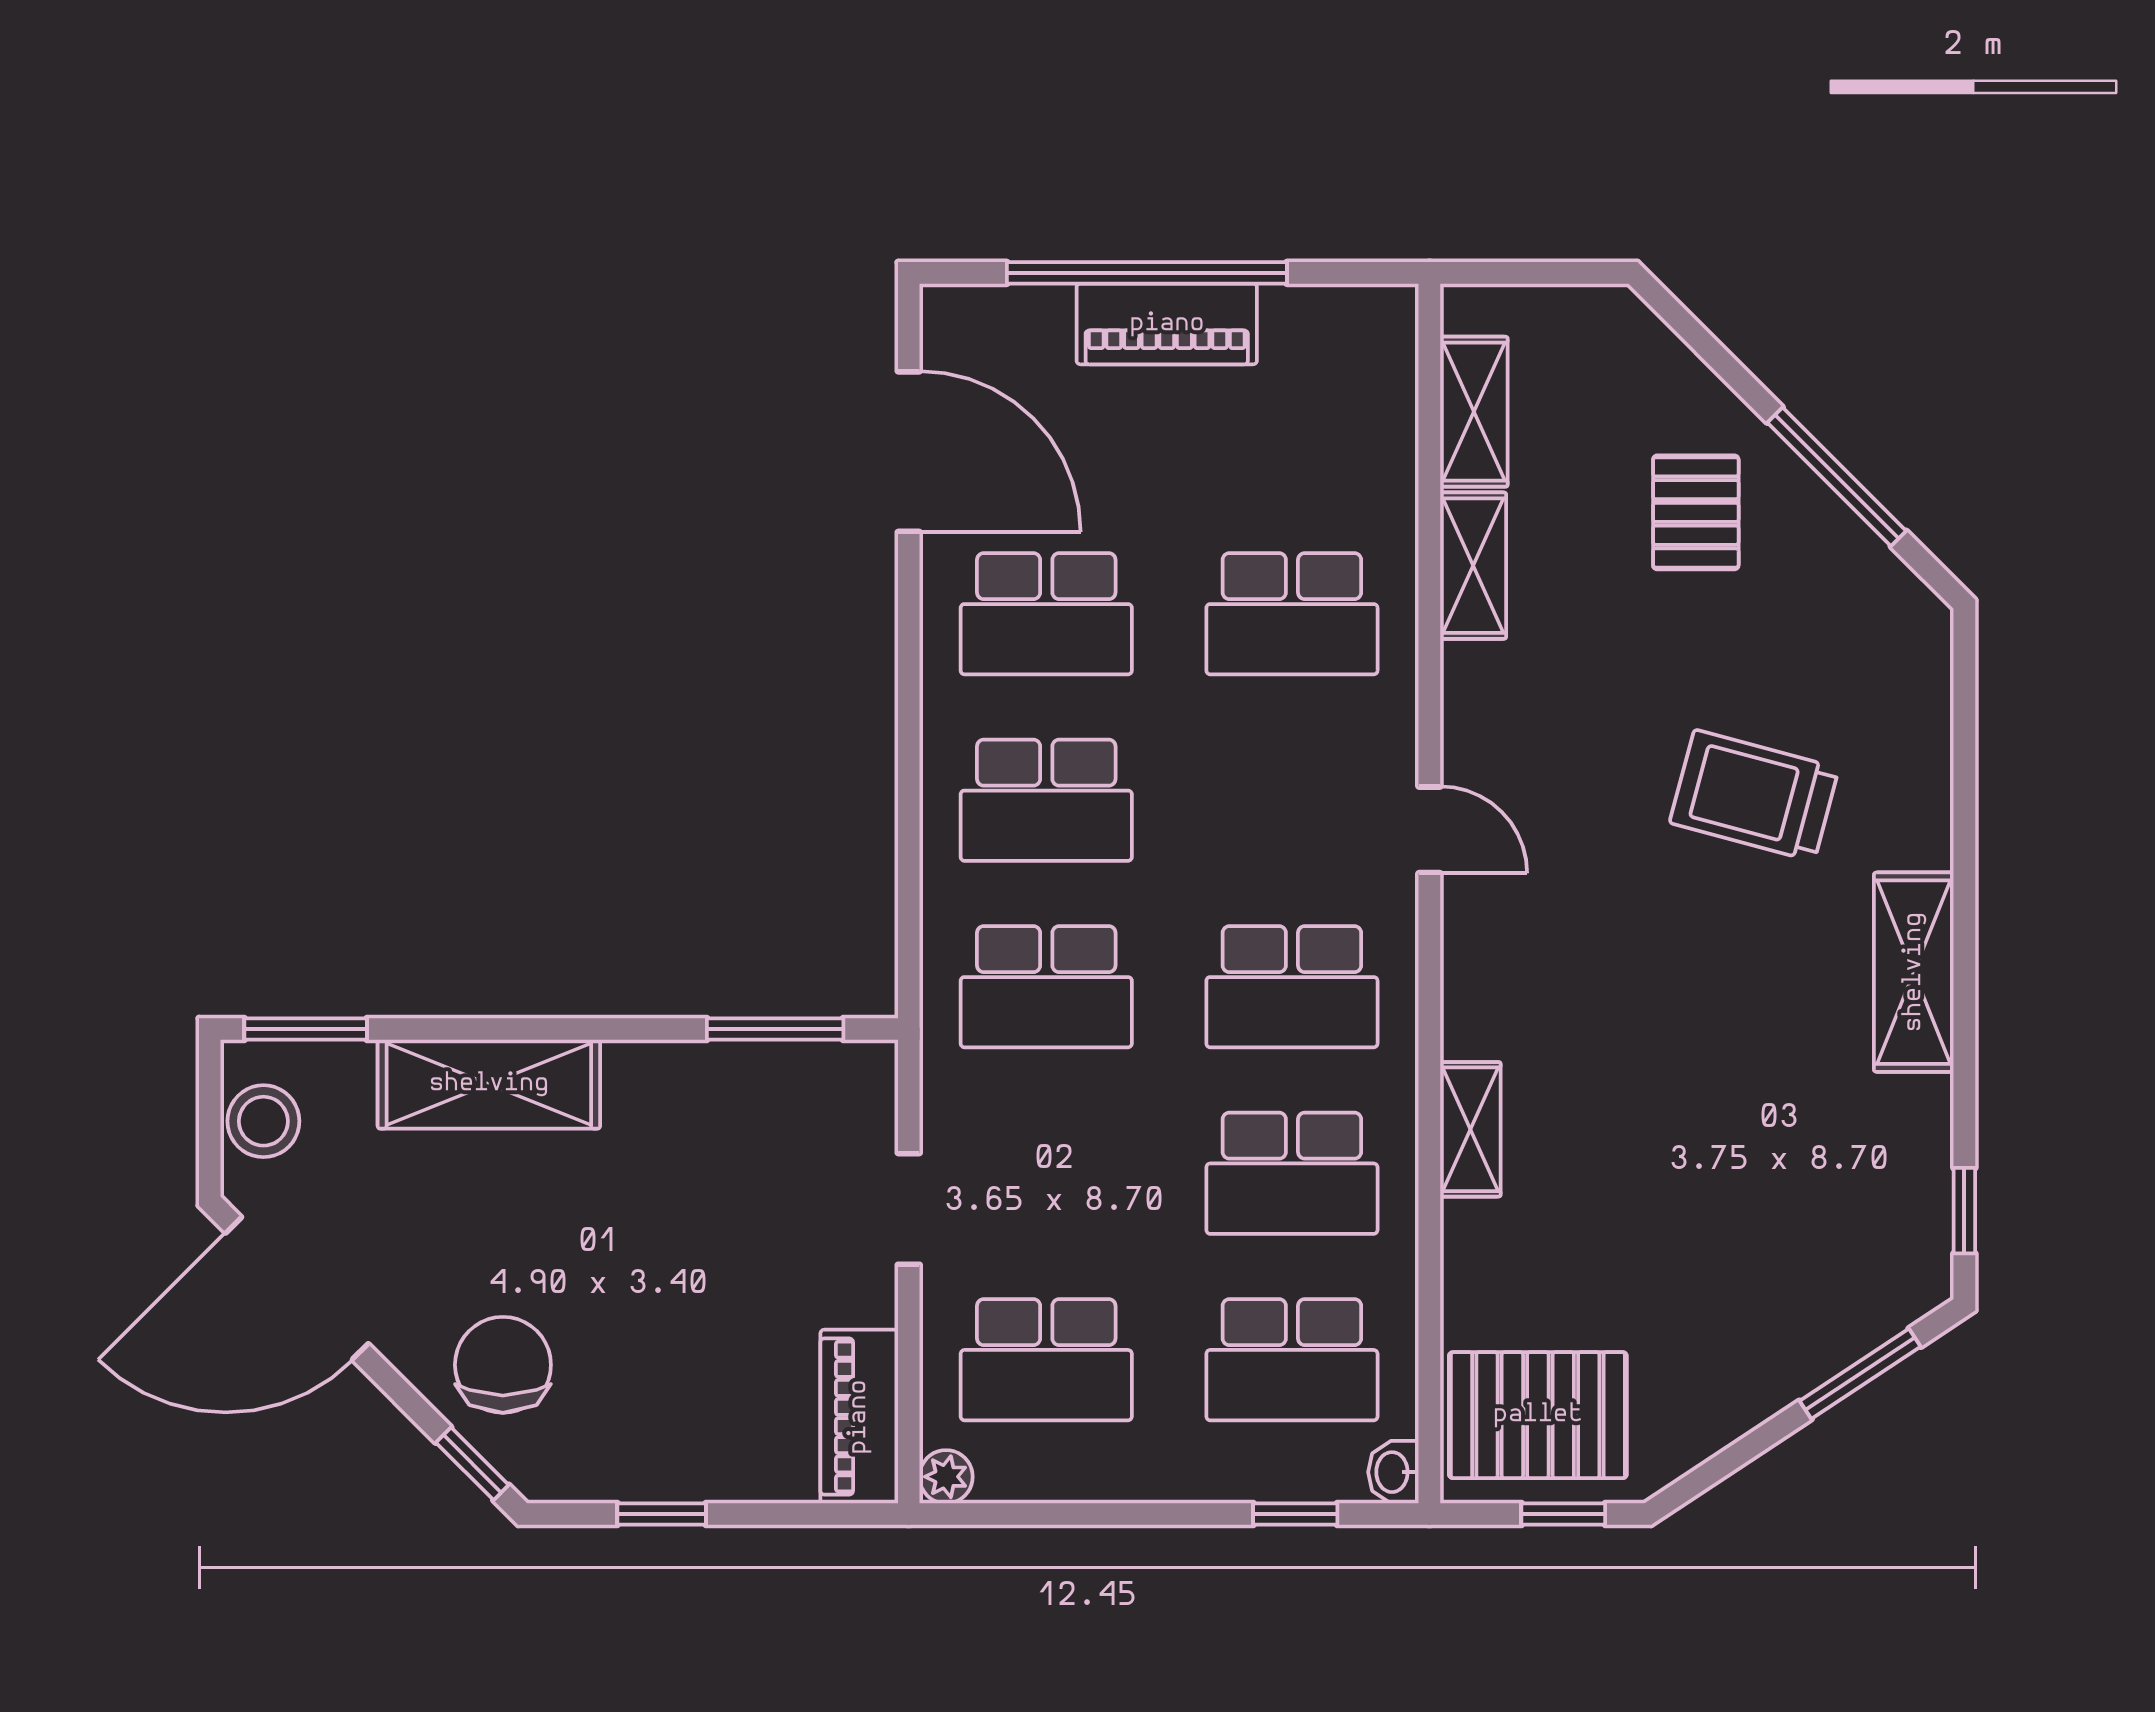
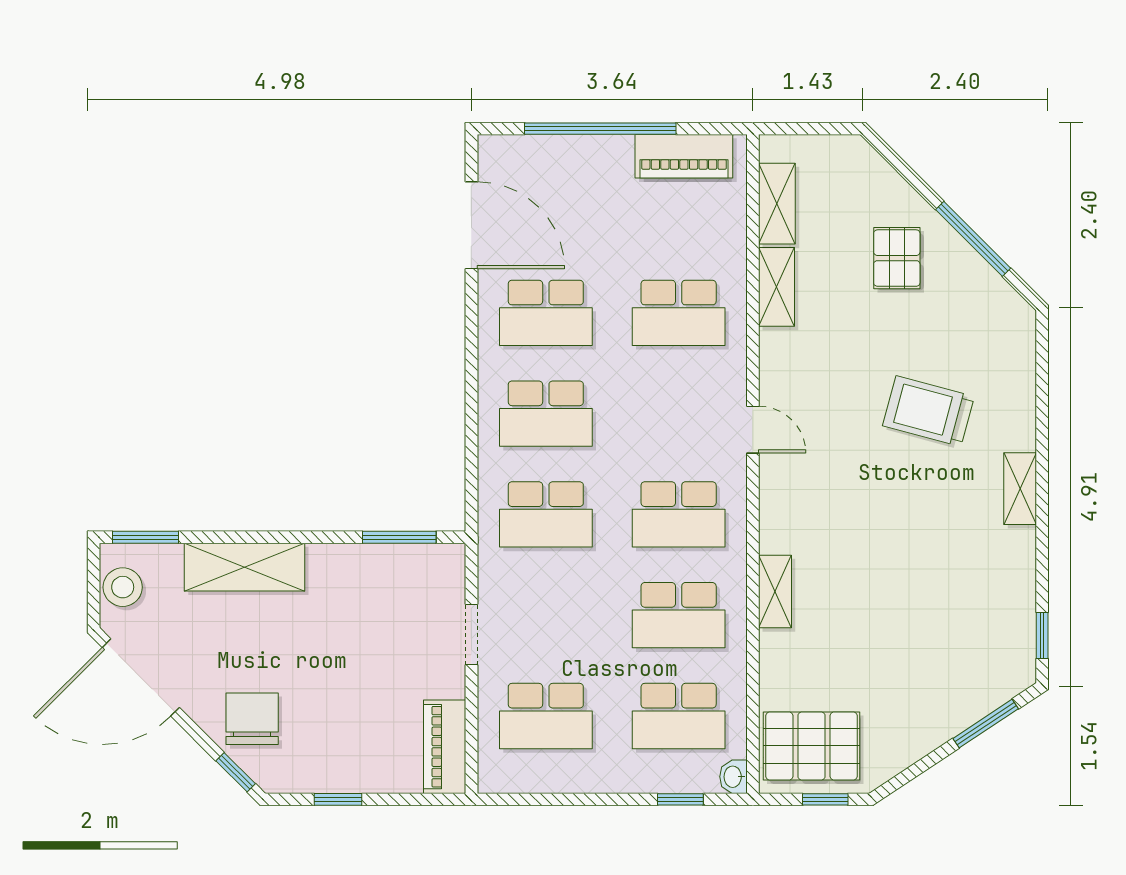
piano: (1167, 324) -> (684, 156), moved
shelving: (1914, 972) -> (1020, 489), width x0.67, depth x0.75
plant: (946, 1477) -> (492, 779), removed

